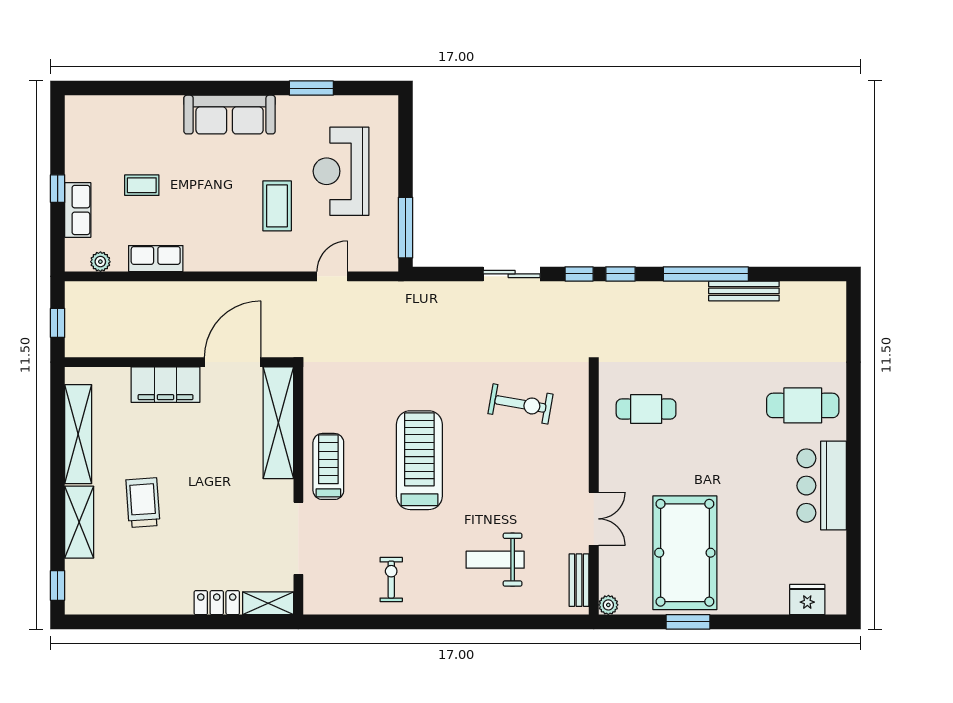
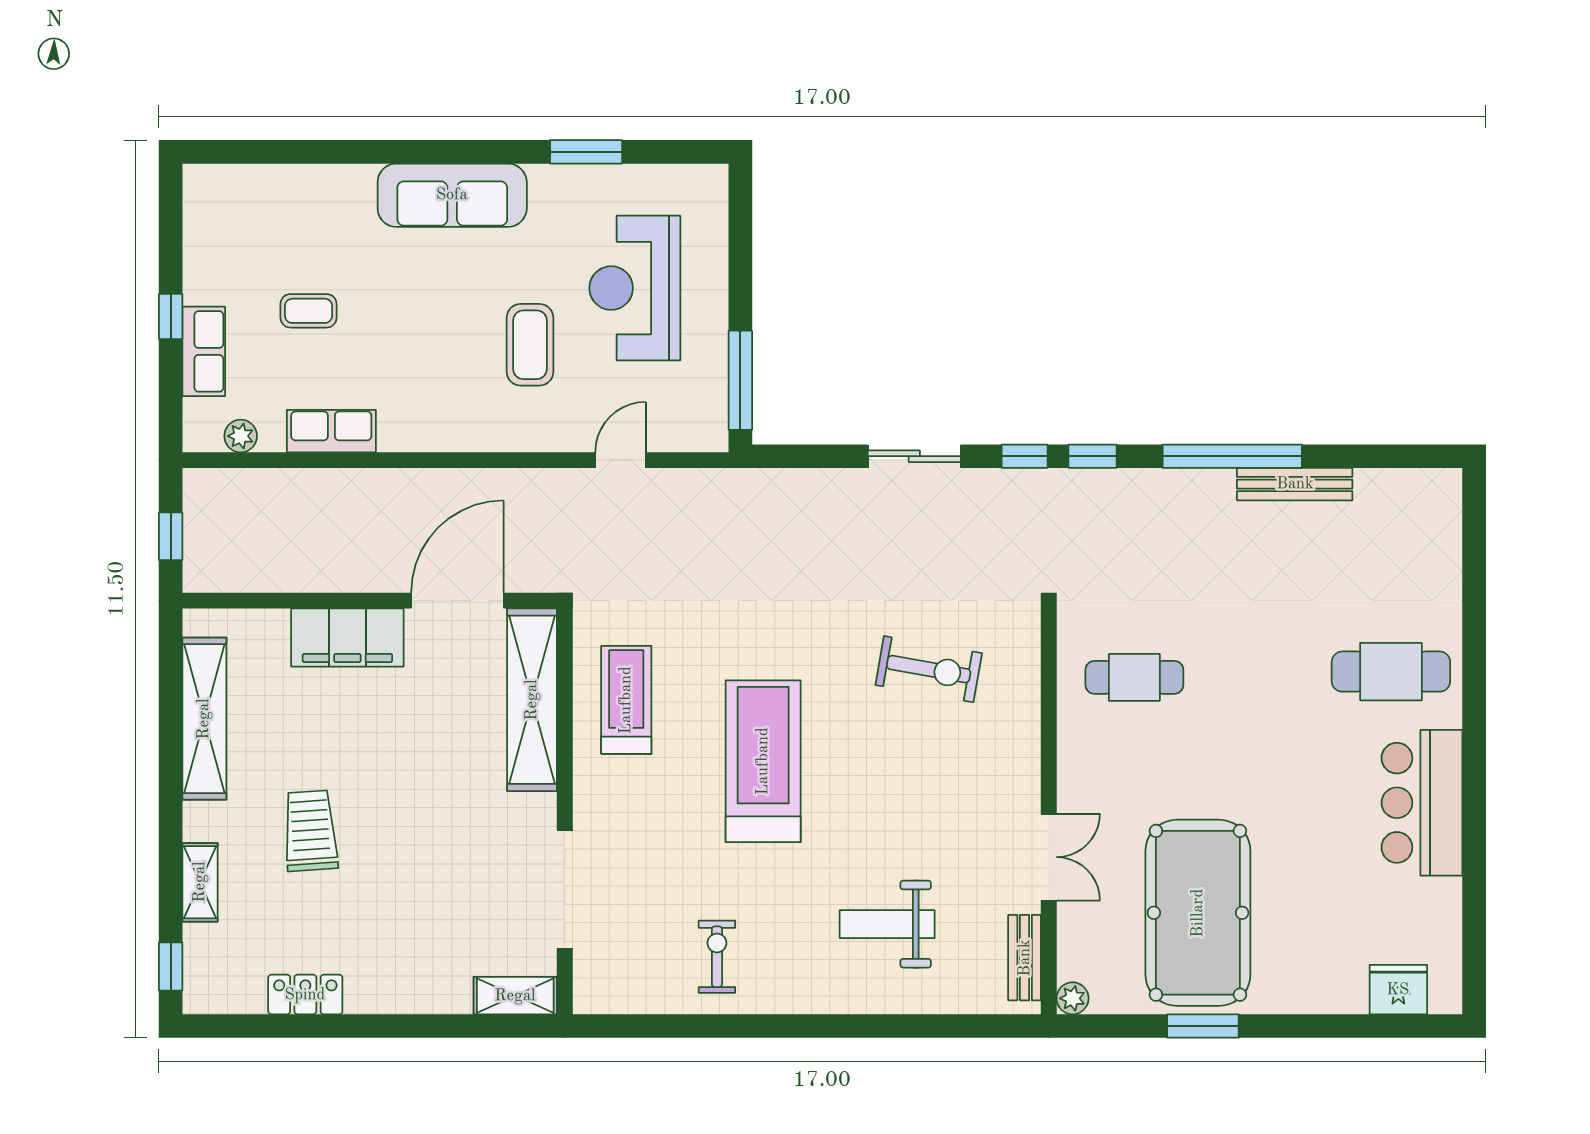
treadmill: (328, 466) -> (626, 700), moved
shelving: (79, 522) -> (200, 882), width x0.67, depth x0.75
locker: (217, 603) -> (305, 995), moved

